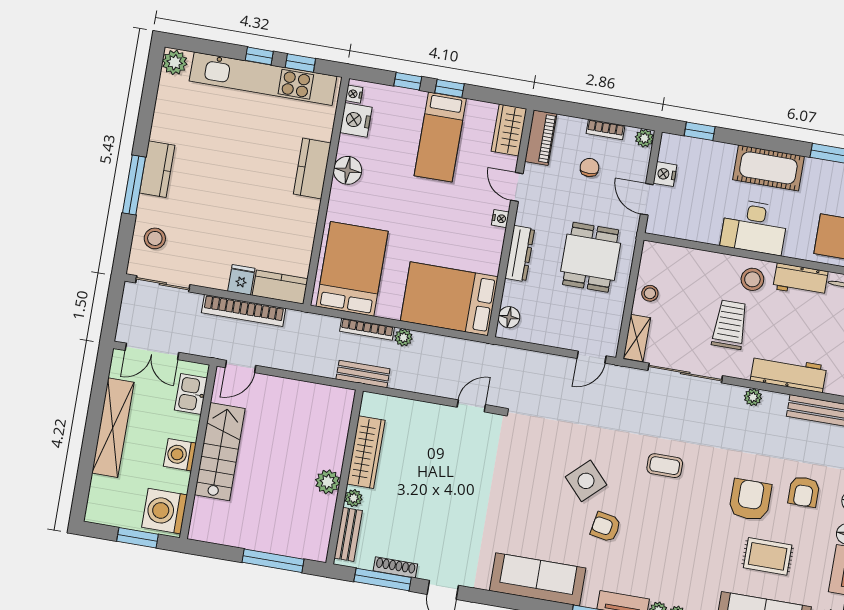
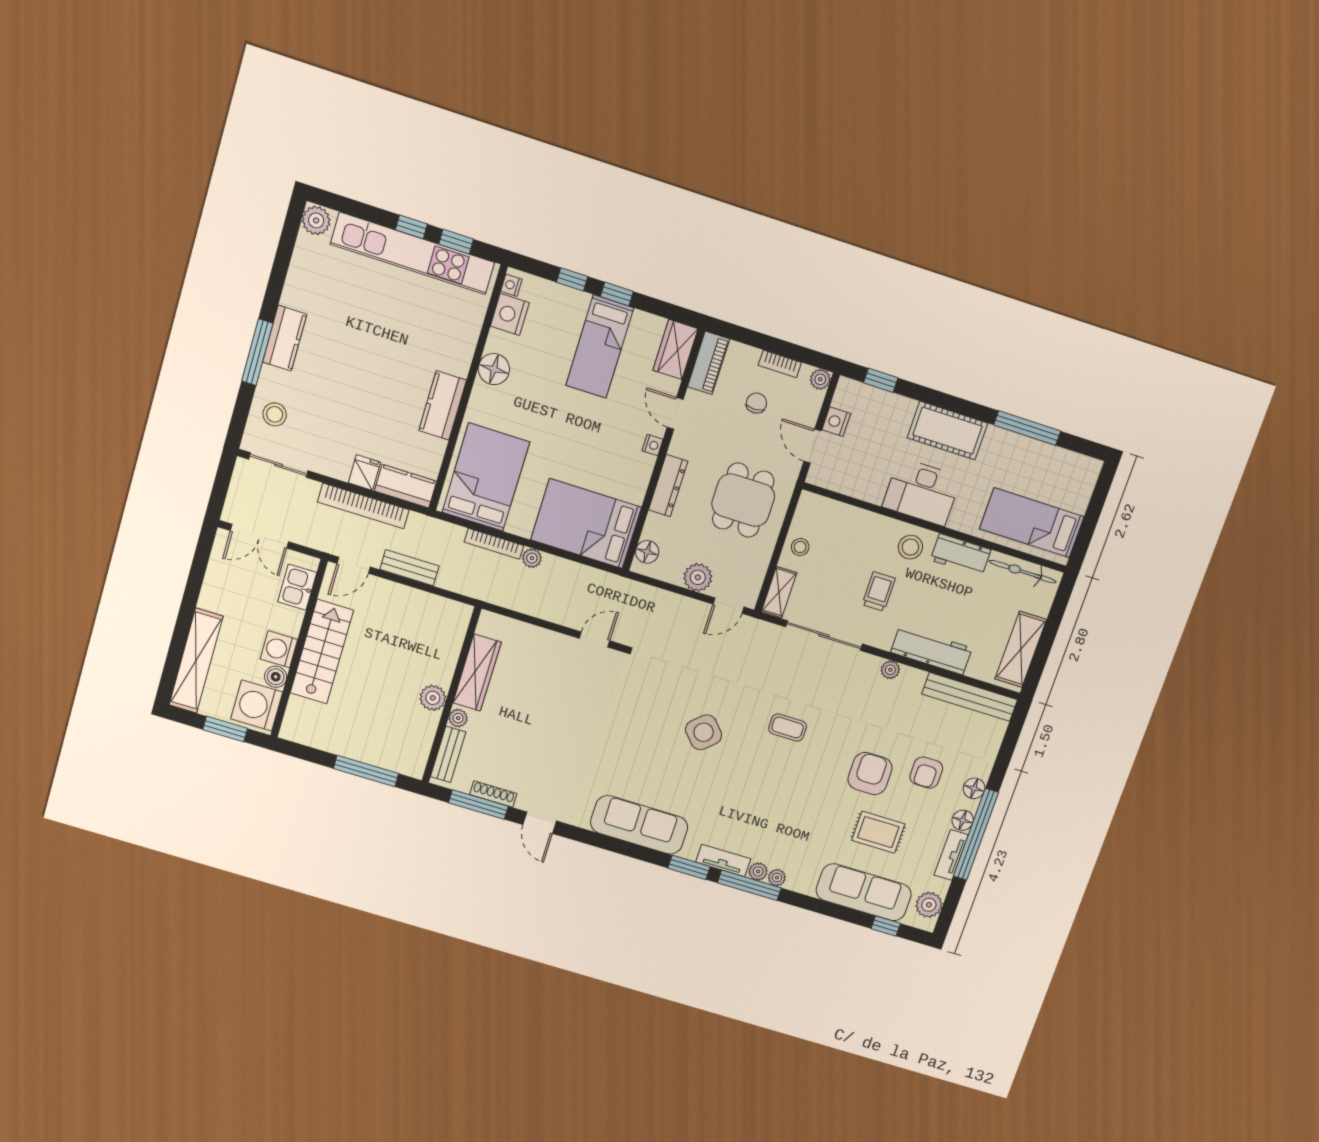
kitchen counter: (312, 168) -> (443, 405), moved
trolley: (730, 325) -> (879, 591), width x0.73, depth x0.72
plant: (559, 335) -> (698, 577), added
bench: (363, 374) -> (409, 568), moved
shelving: (113, 428) -> (196, 661), moved
boiler: (179, 481) -> (276, 677), added
armchair: (606, 527) -> (717, 781), removed

